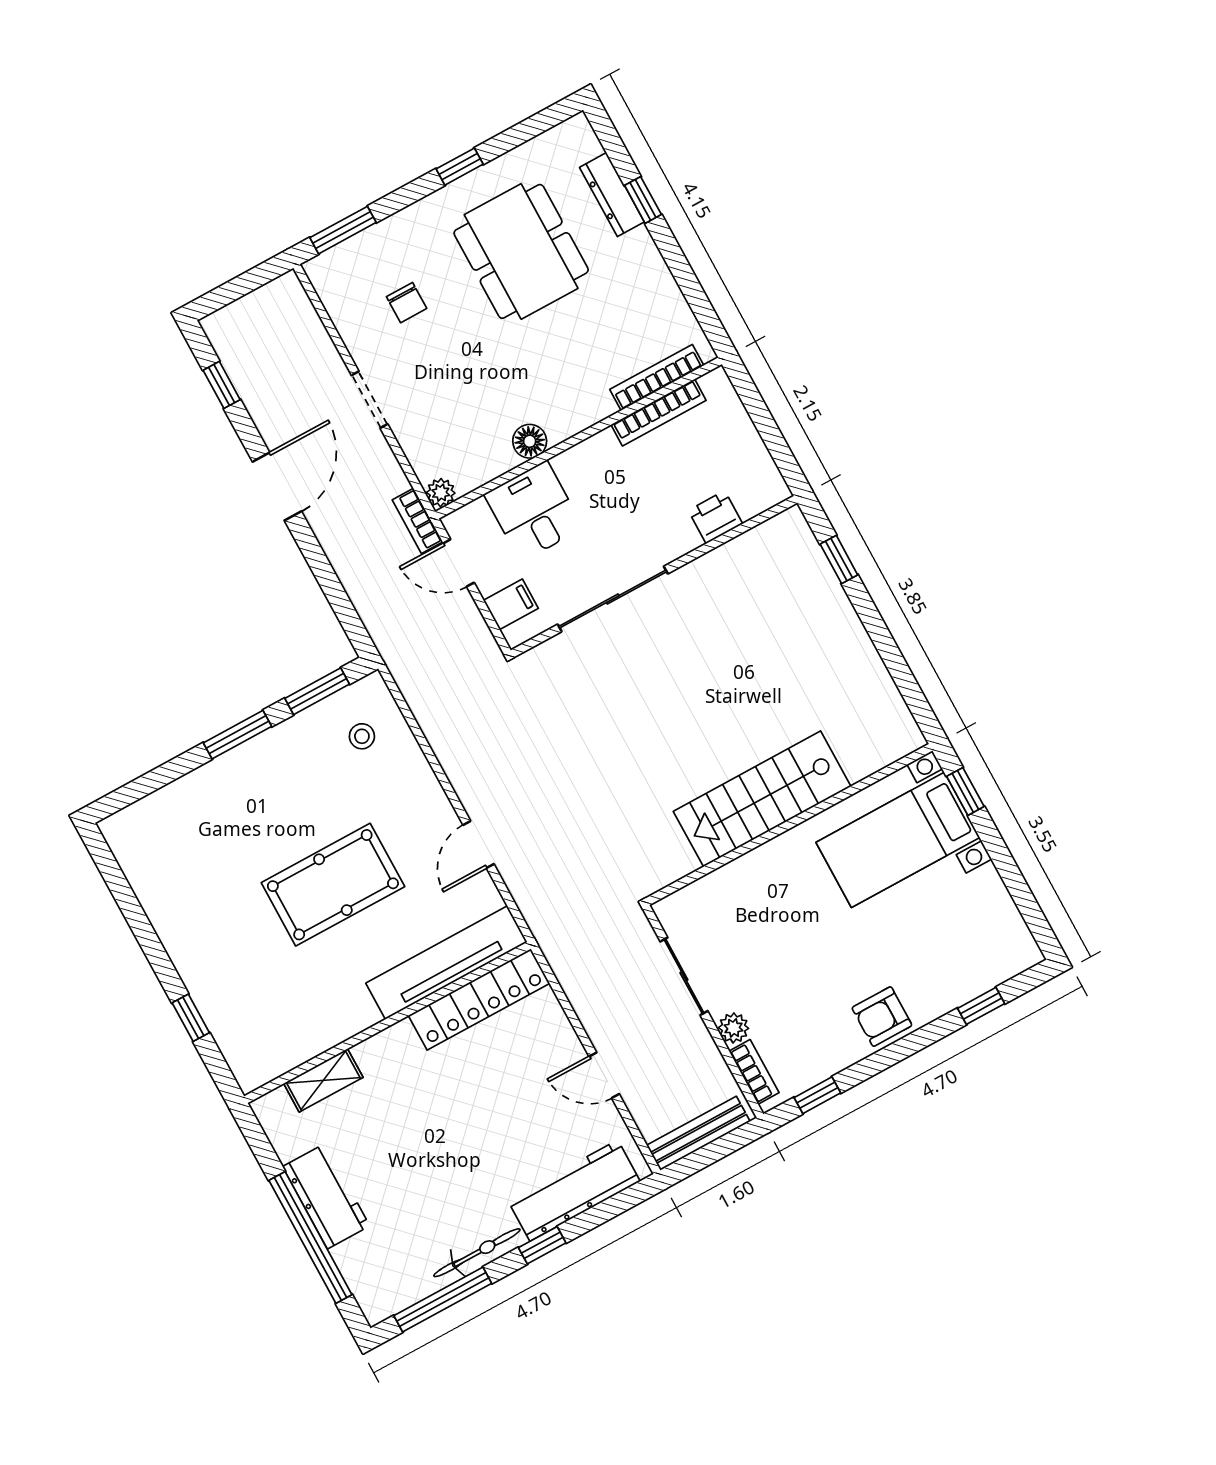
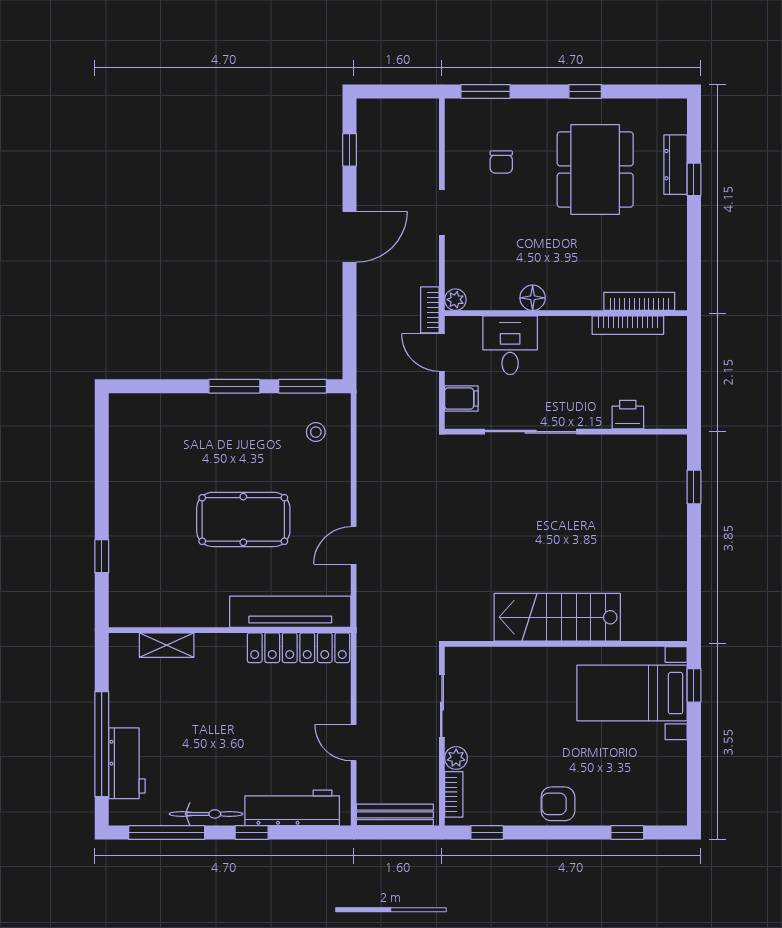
workbench: (326, 1196) -> (127, 763), moved

